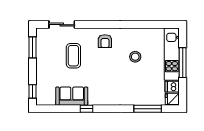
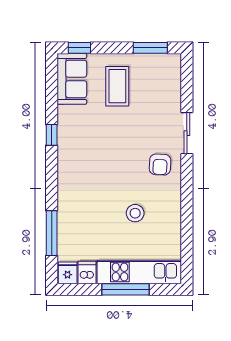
sliding door: (62, 25) -> (187, 133), moved
armchair: (105, 41) -> (160, 165), turned -87
coffee table: (73, 56) -> (117, 86), moved, turned 90
sofa: (72, 96) -> (72, 79), moved

